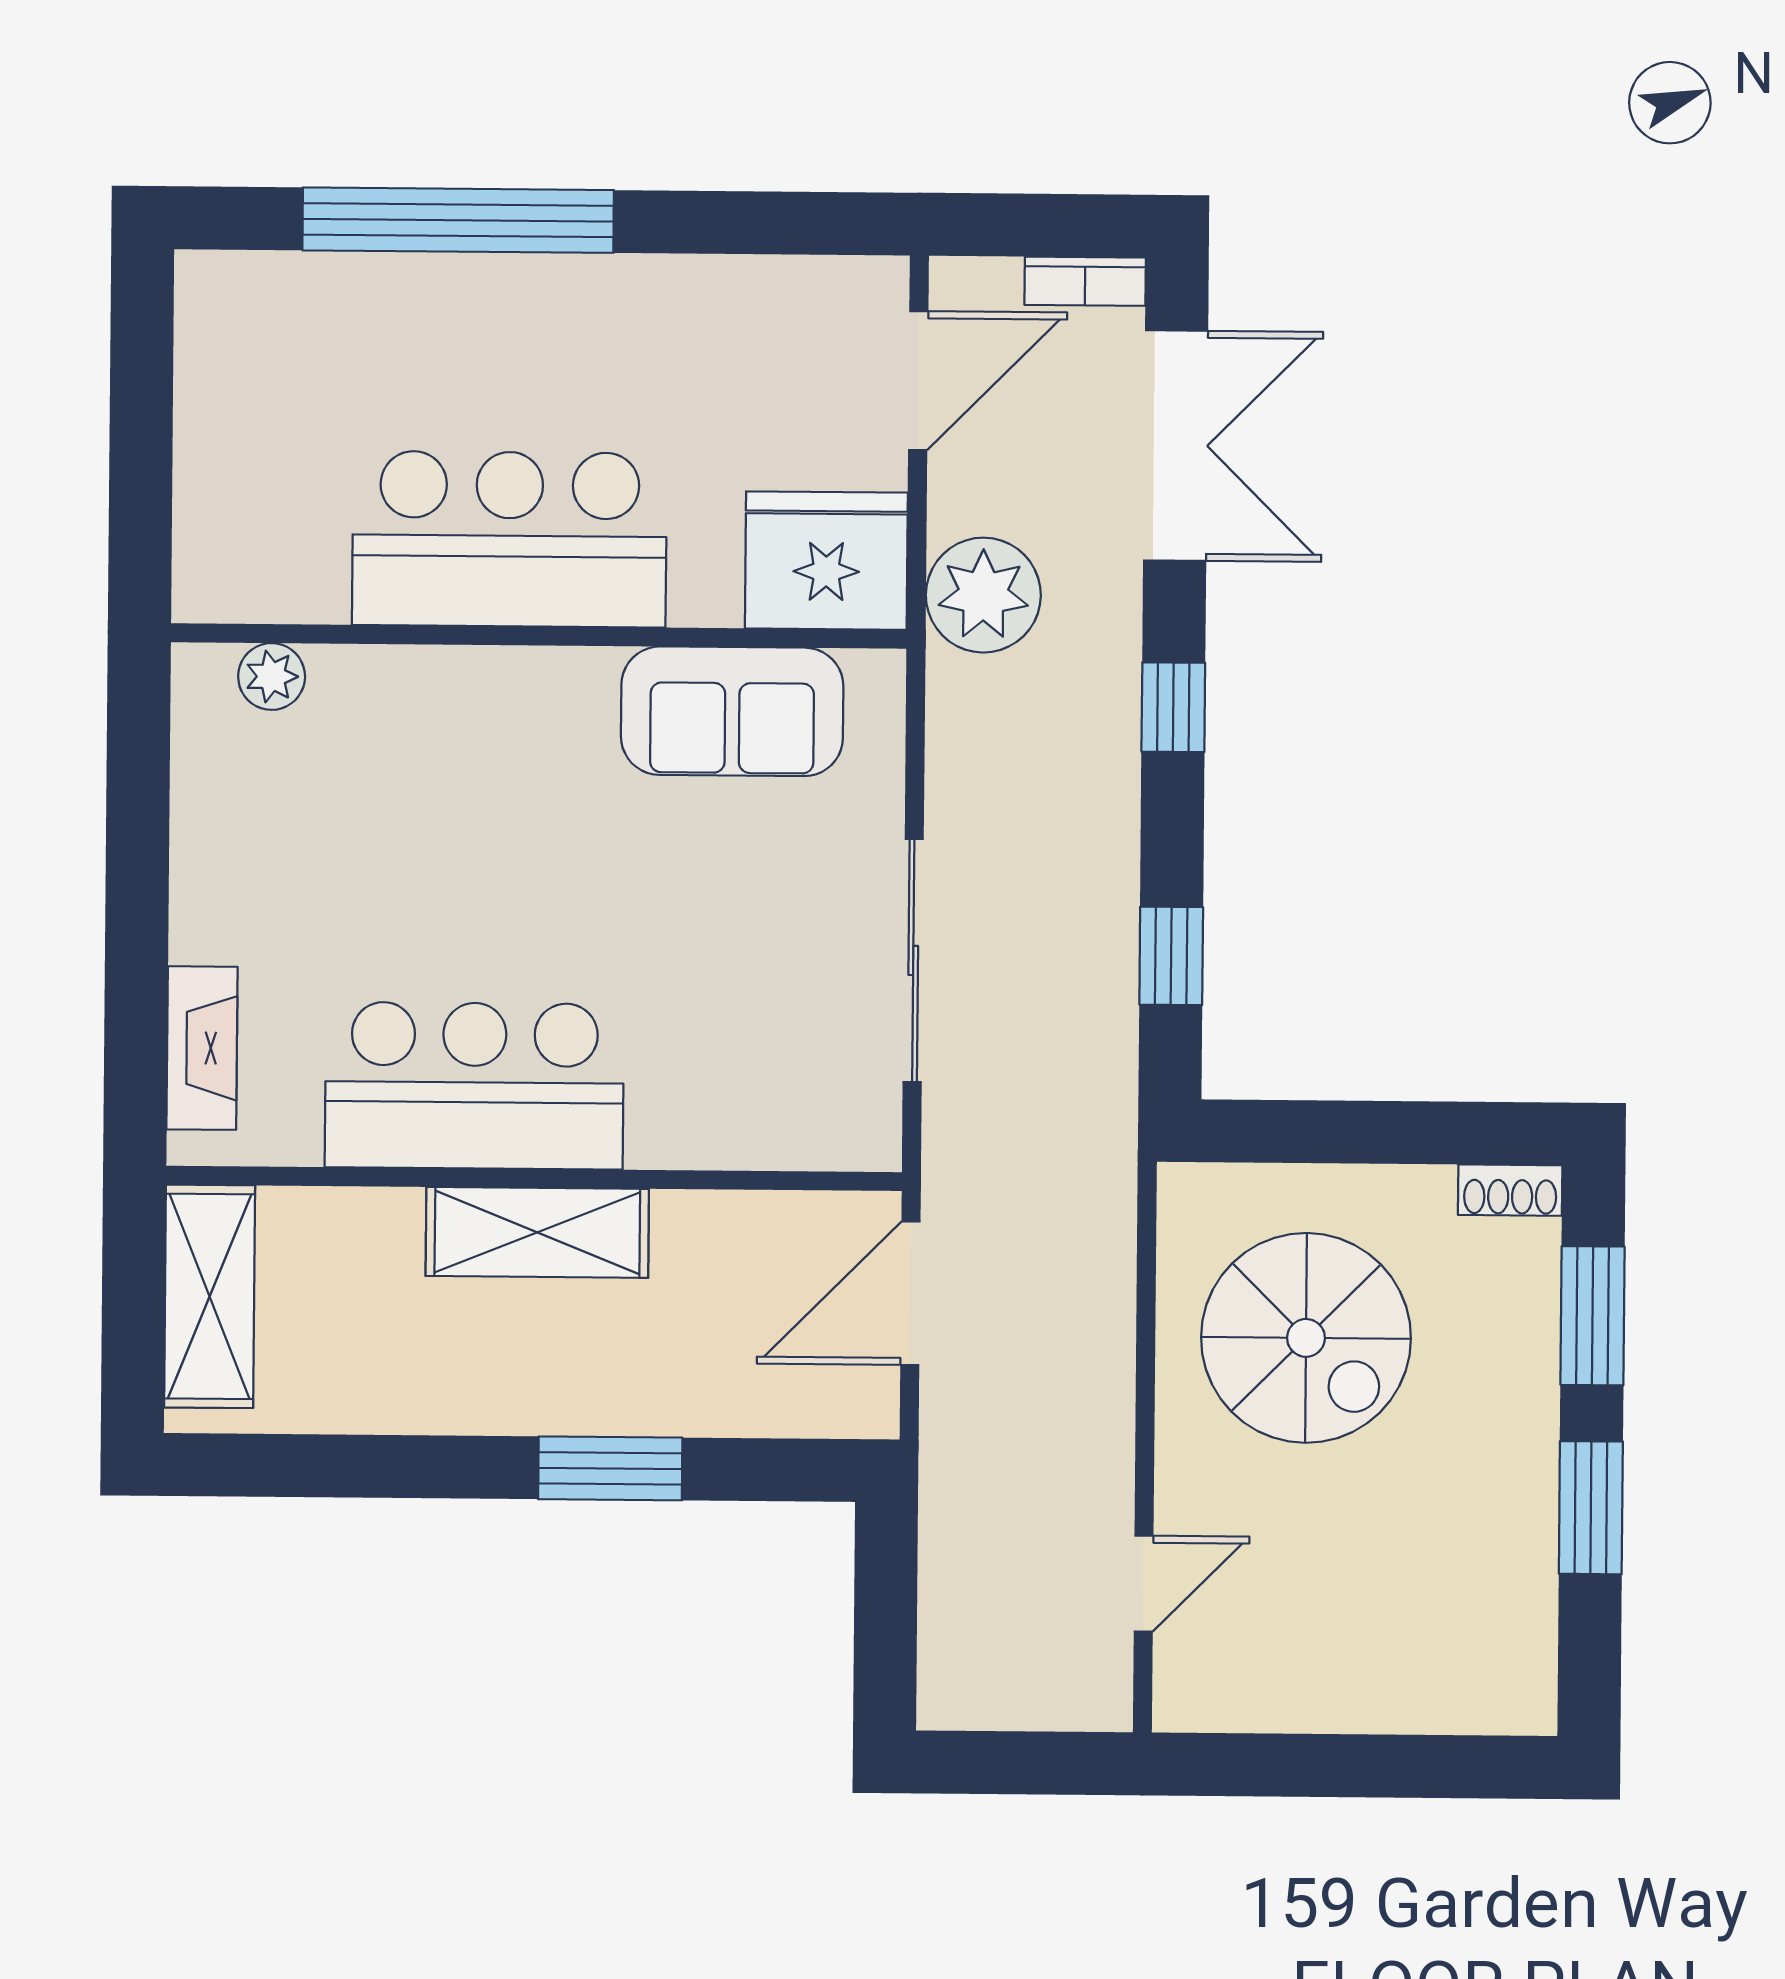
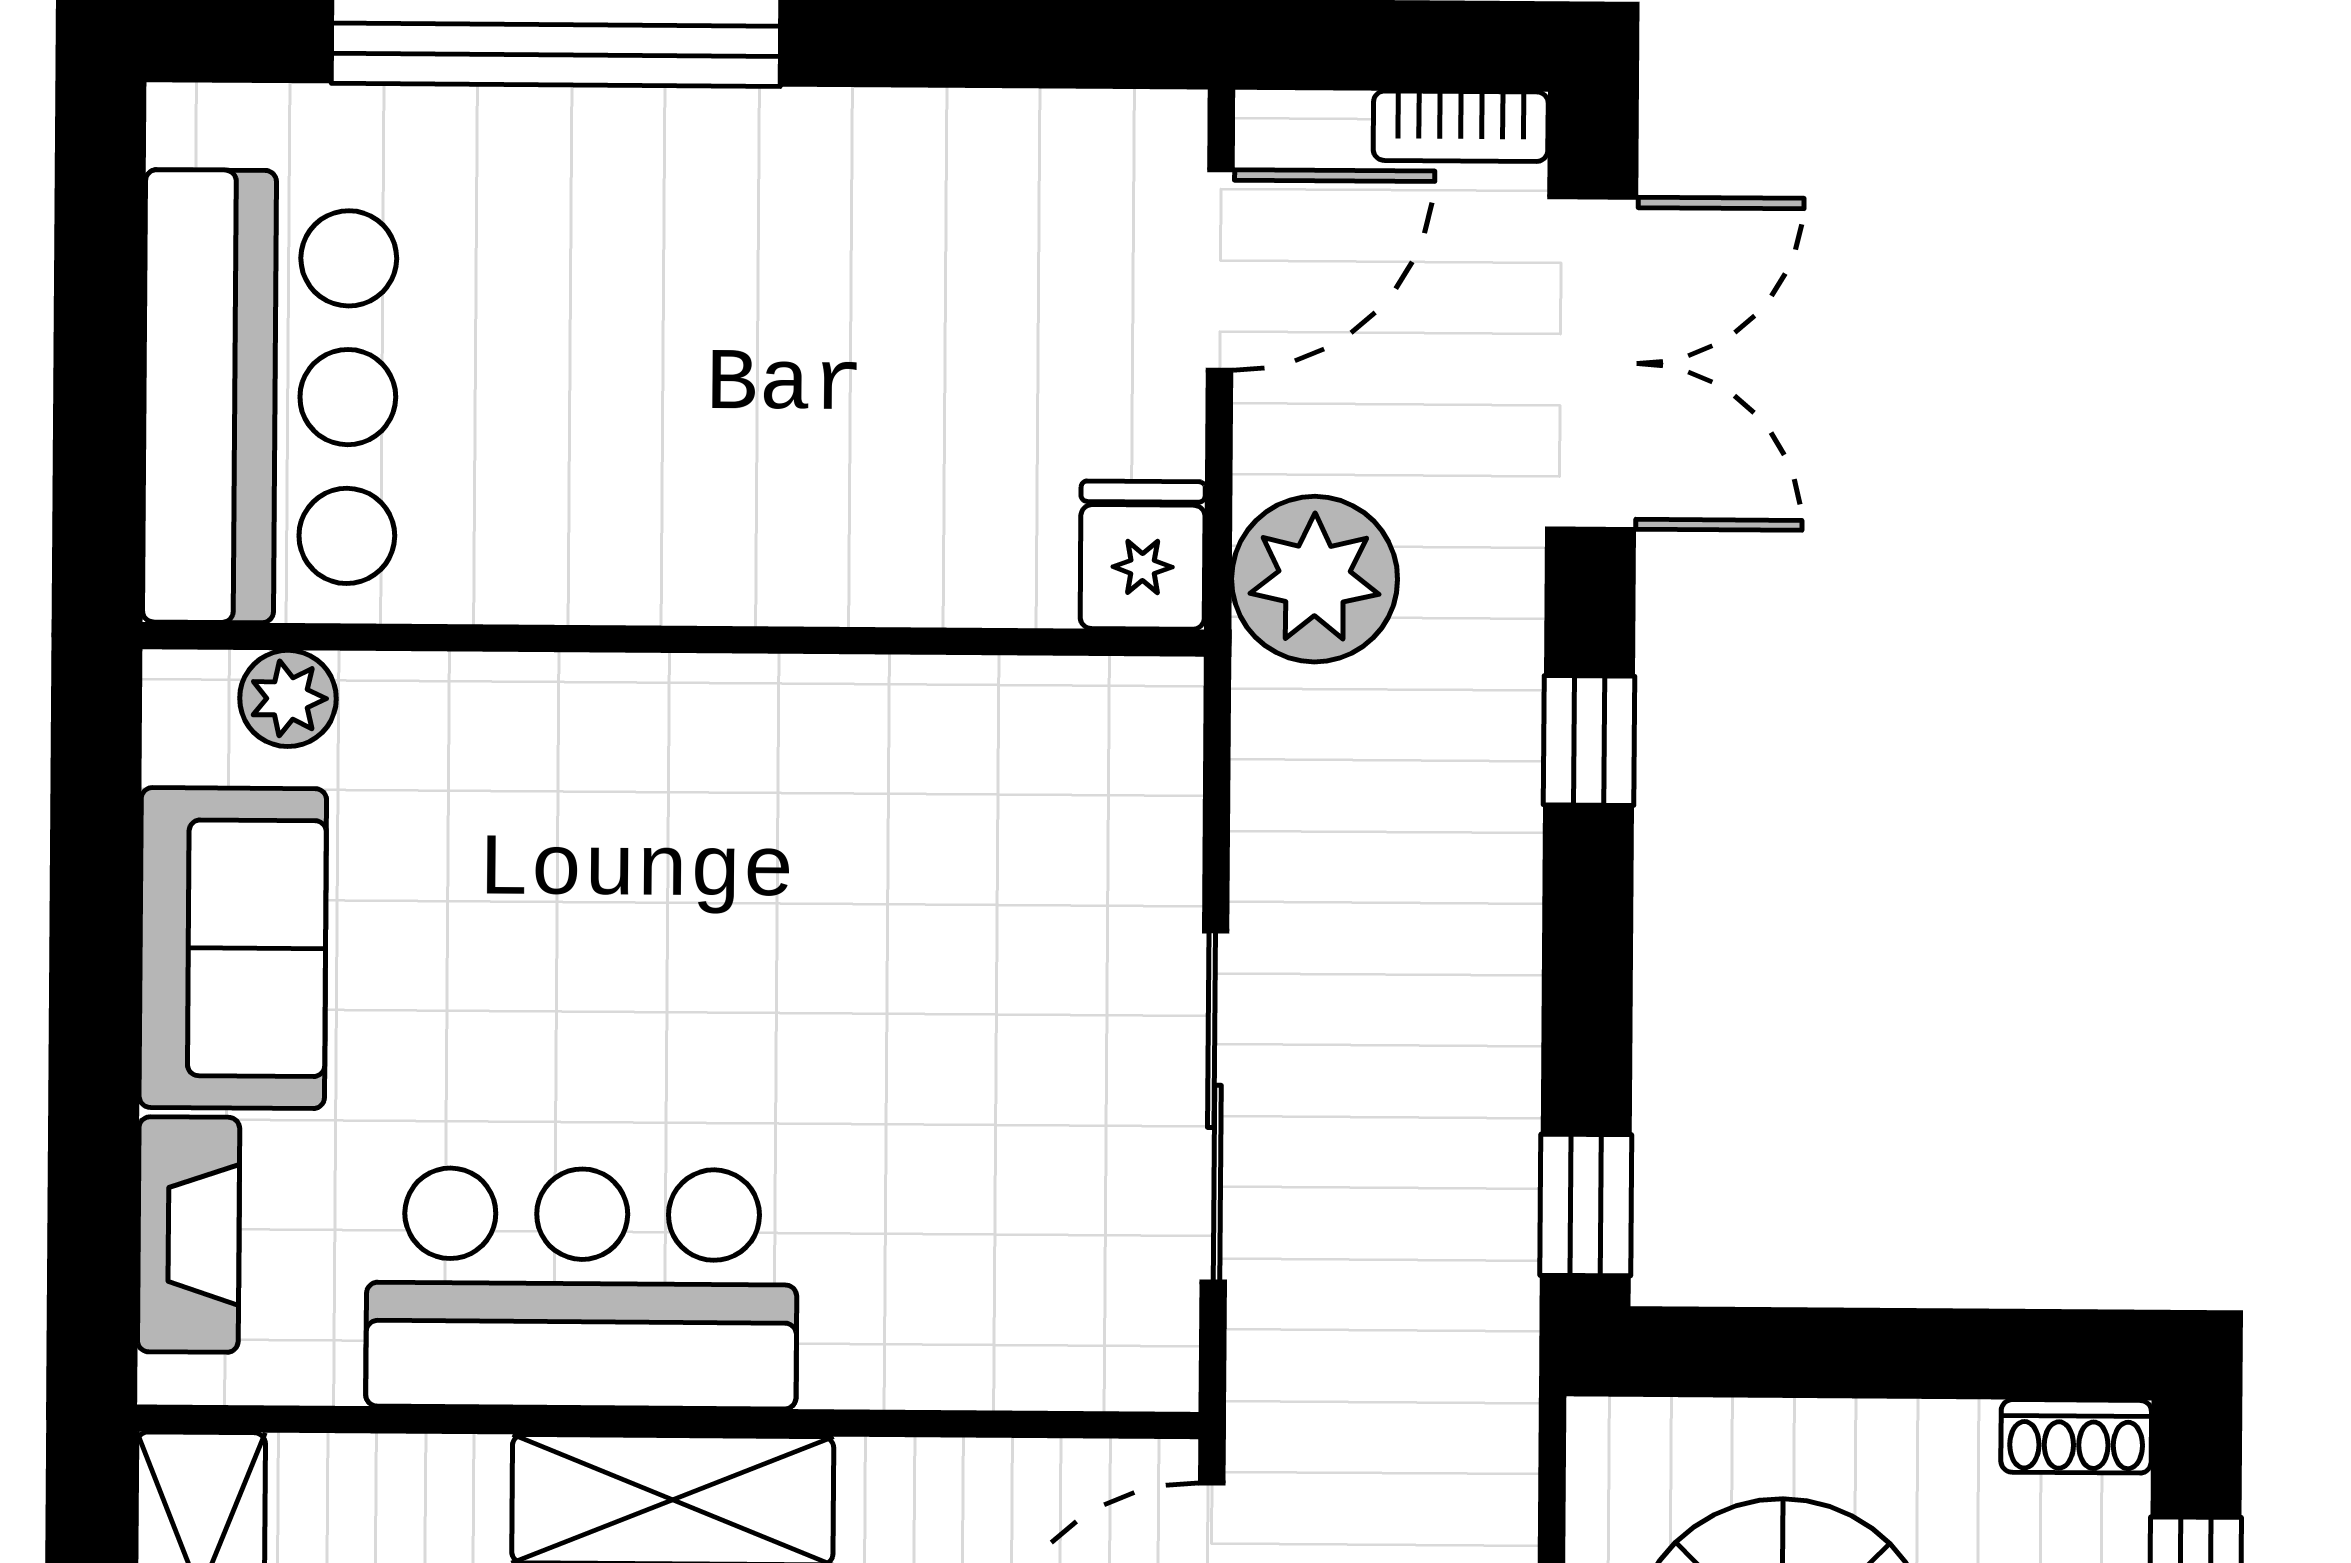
bar counter: (509, 539) -> (270, 397), moved, turned 90
fridge: (826, 561) -> (1143, 555), width x0.53, depth x0.75
sofa: (732, 711) -> (233, 948), moved, turned -90
window: (1171, 956) -> (1586, 1205), moved

